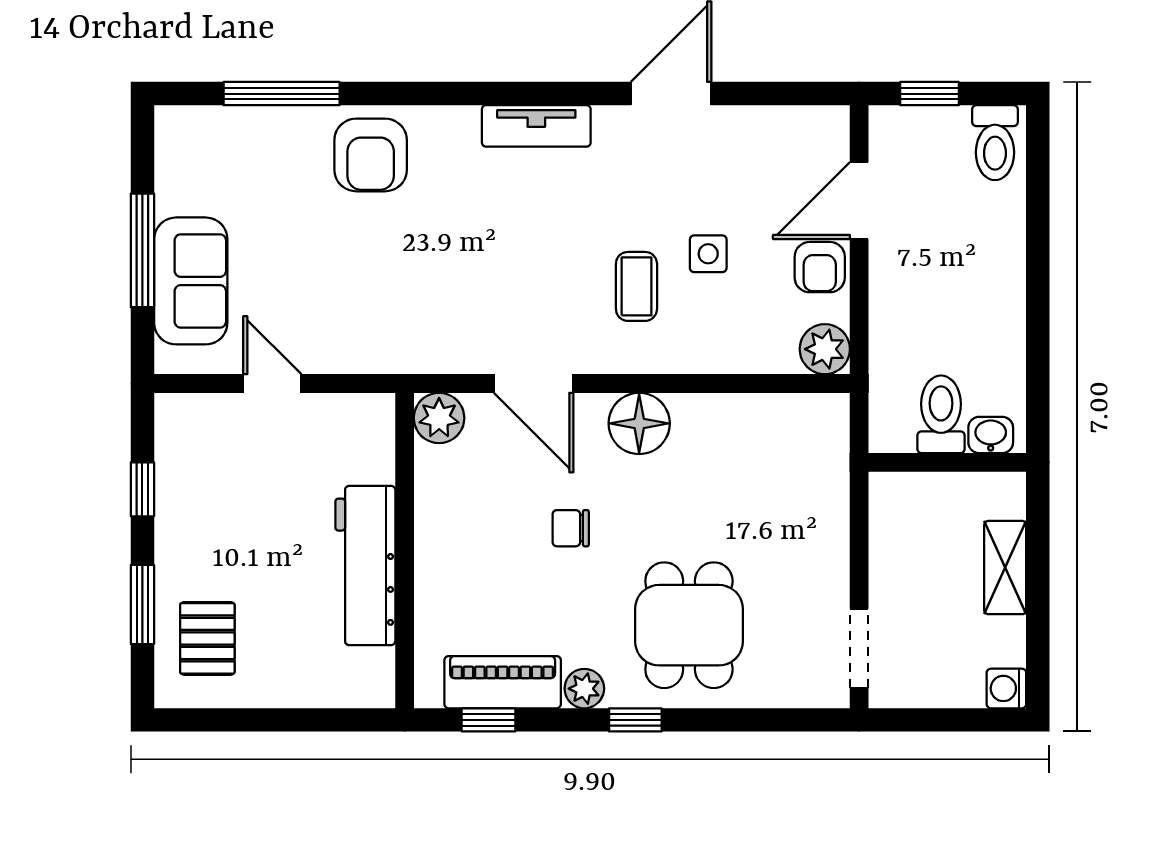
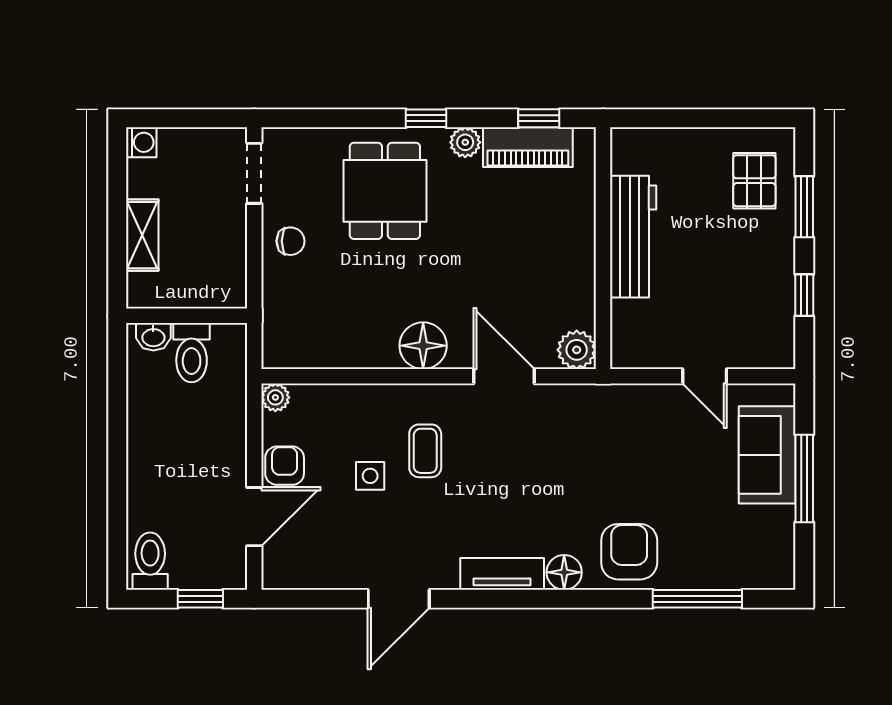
floor lamp: (455, 128) -> (564, 572), added
plant: (825, 349) -> (275, 397), width x0.73, depth x0.73
chair: (571, 528) -> (291, 241), moved

